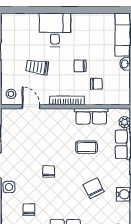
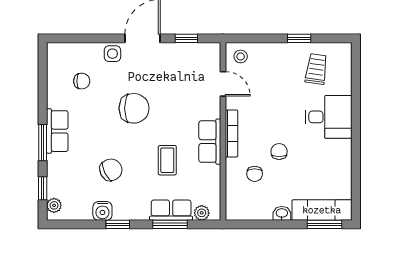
trolley: (37, 67) -> (316, 69), moved
door: (31, 107) -> (223, 84), hinge flipped
row of seats: (91, 116) -> (210, 142), moved
chair: (49, 171) -> (134, 108), width x1.87, depth x1.87

